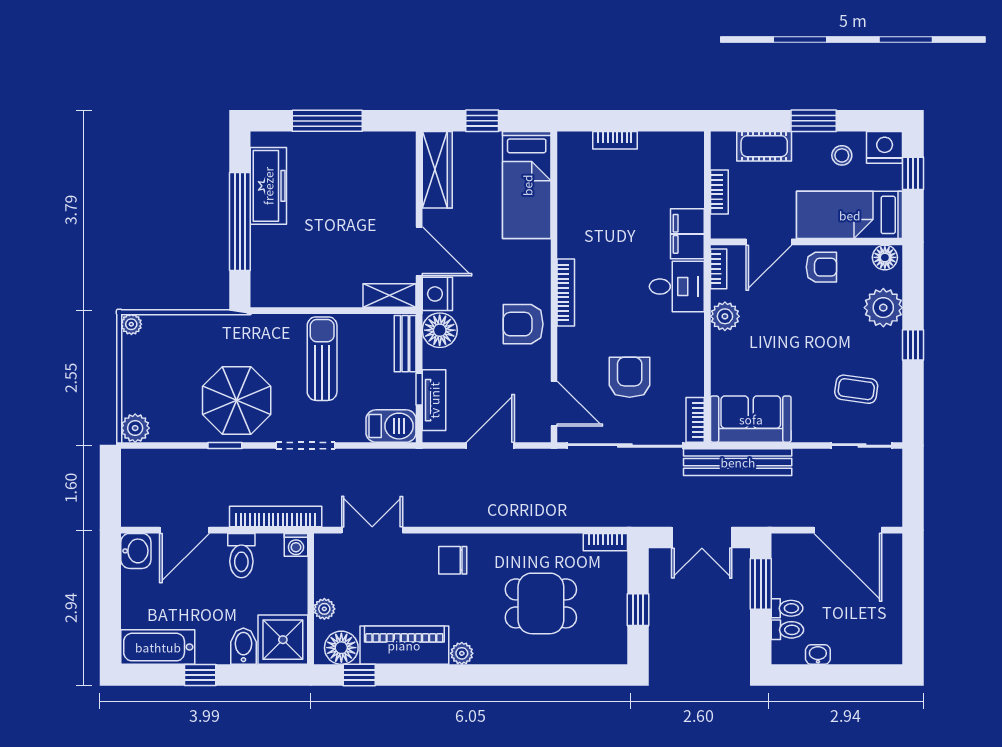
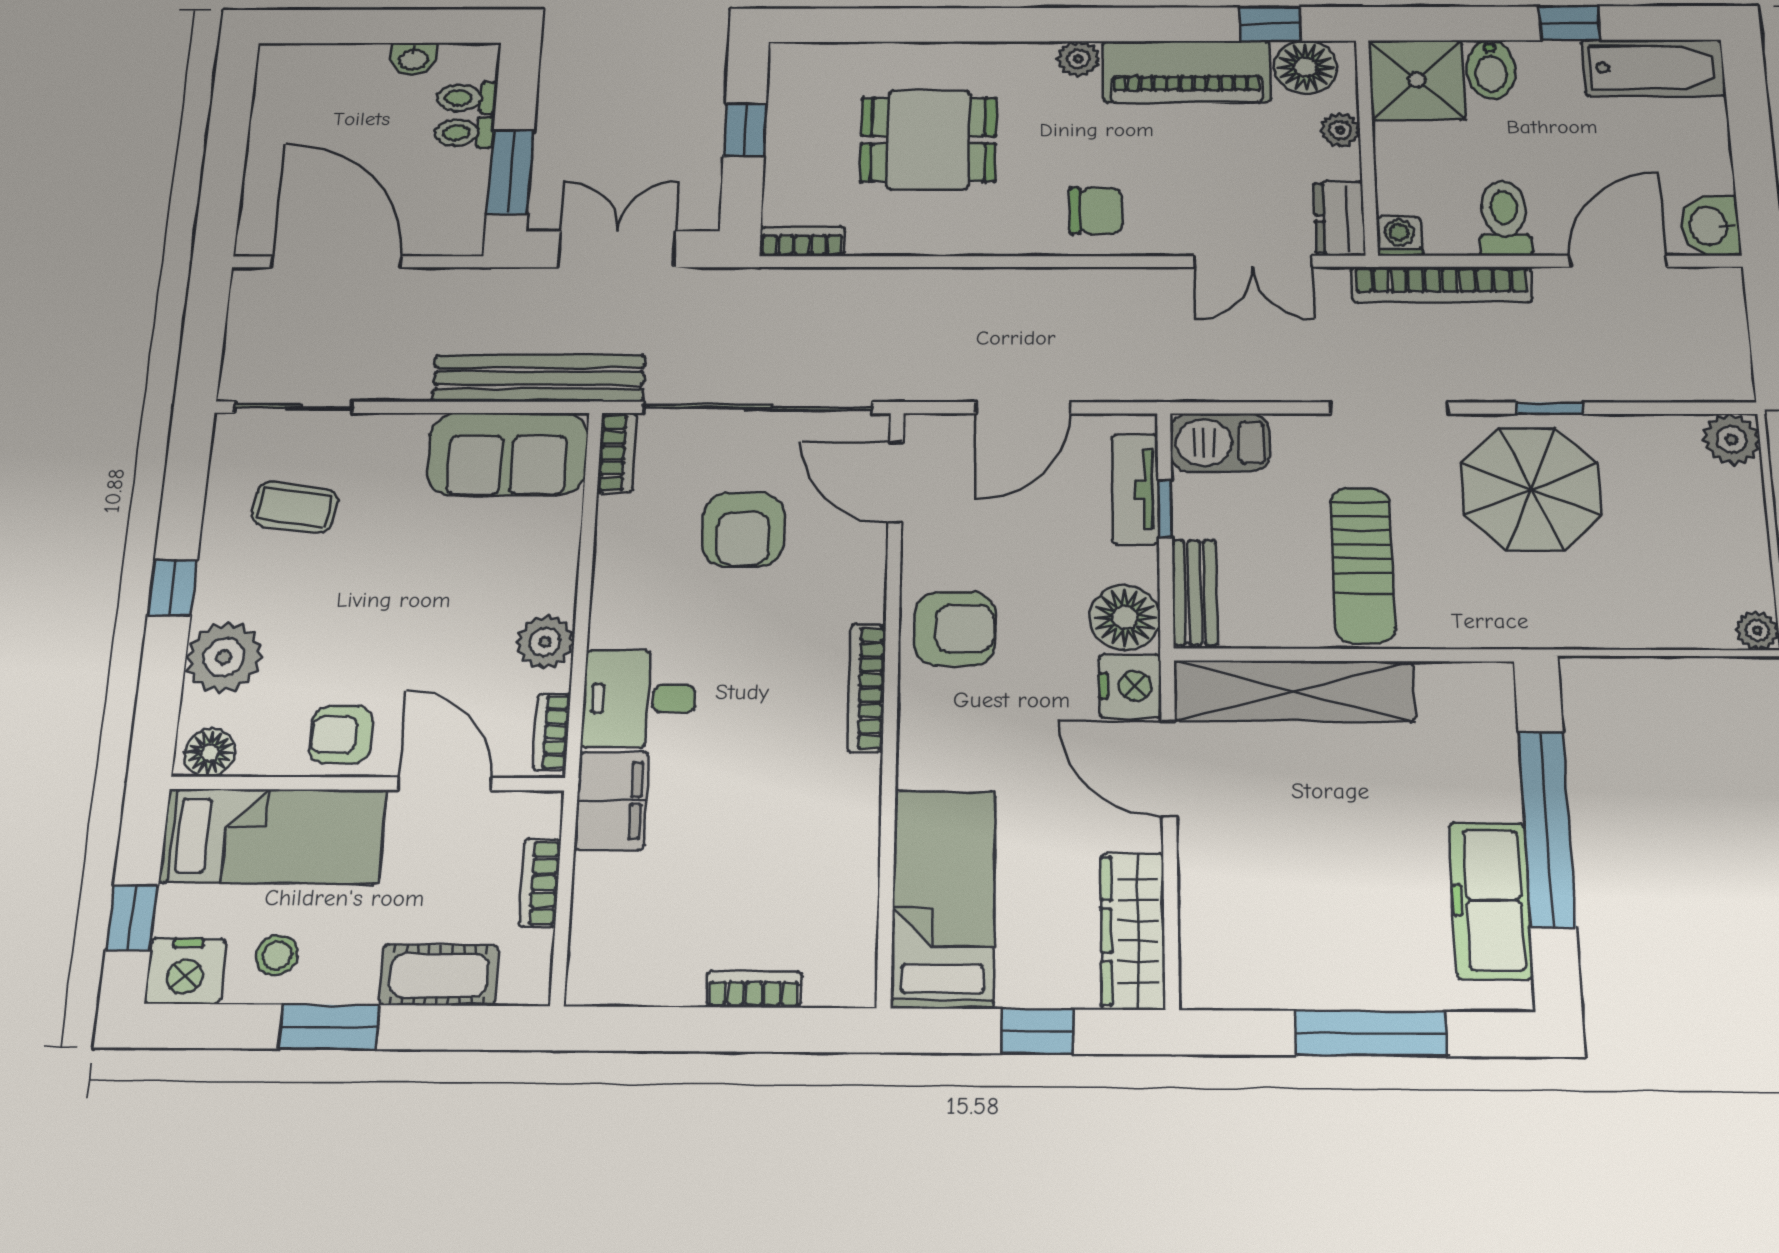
door: (769, 242) -> (445, 784), hinge flipped
shelving: (390, 296) -> (1294, 691), width x2.20, depth x1.33
dresser: (327, 556) -> (1340, 218), added

